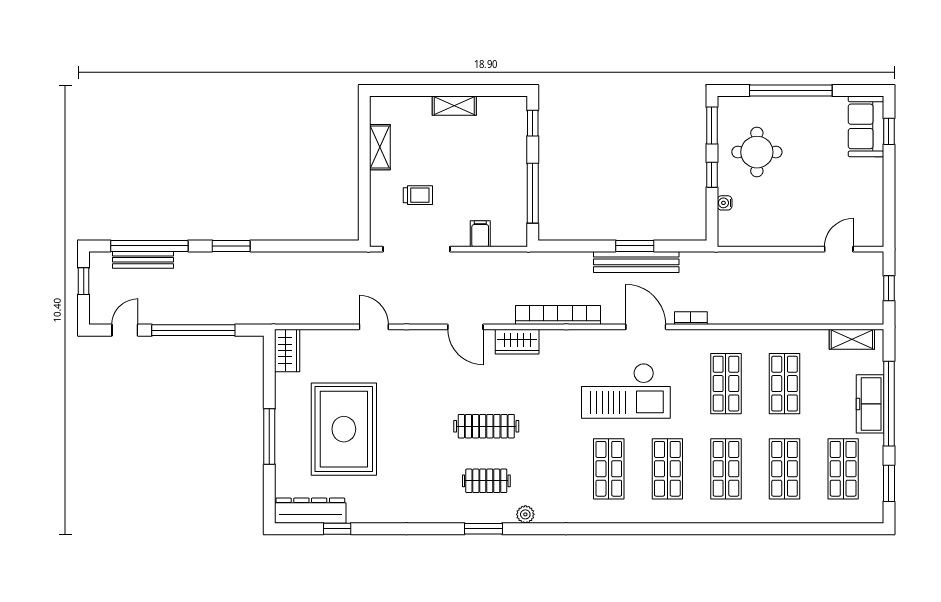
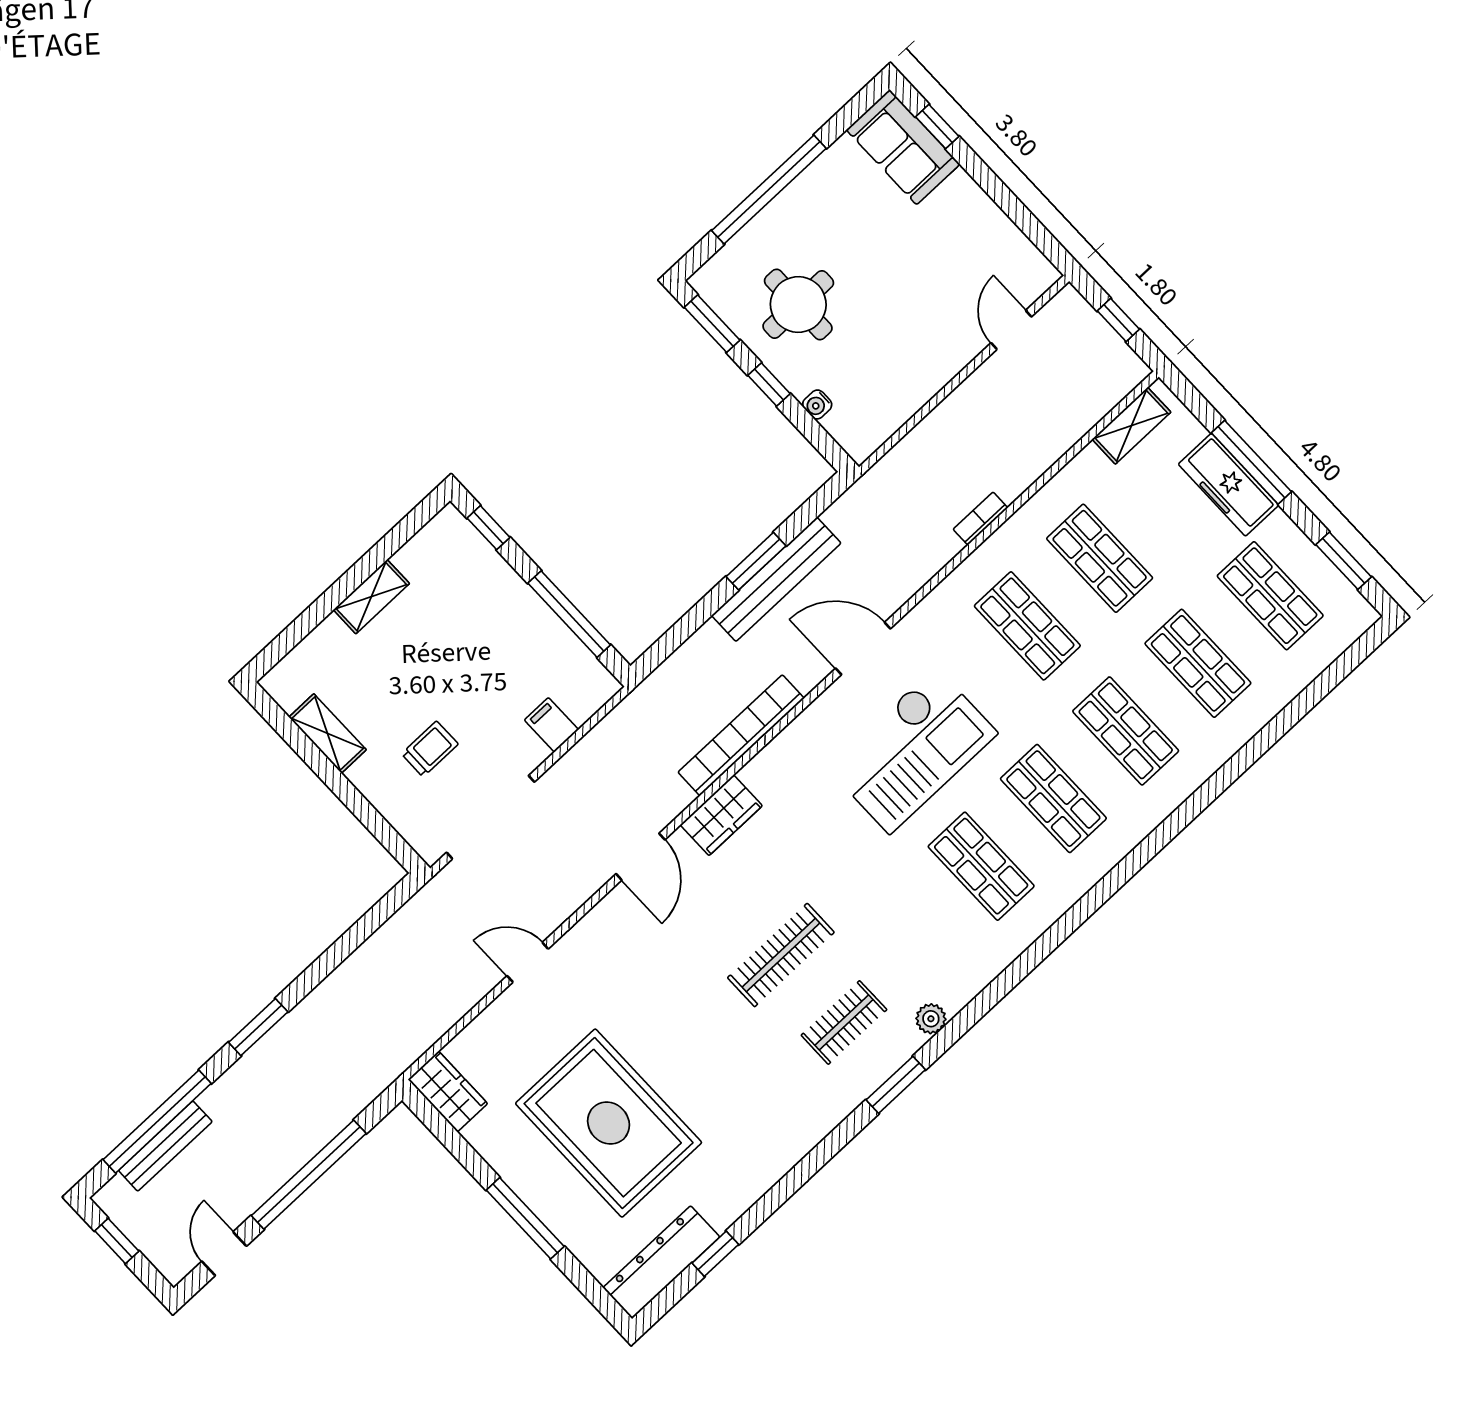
bookcase: (691, 318) -> (980, 518), moved
door: (465, 327) -> (640, 857), hinge flipped
window: (889, 404) -> (1251, 462), width x0.68

